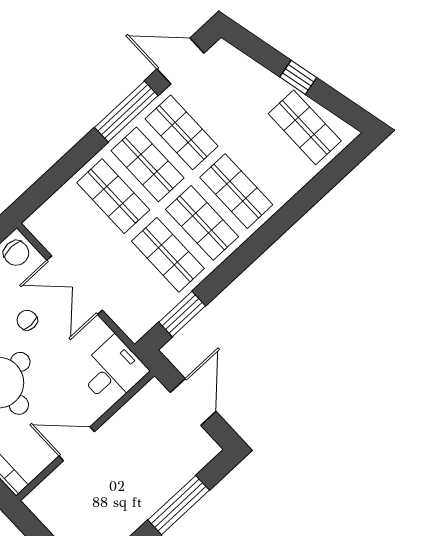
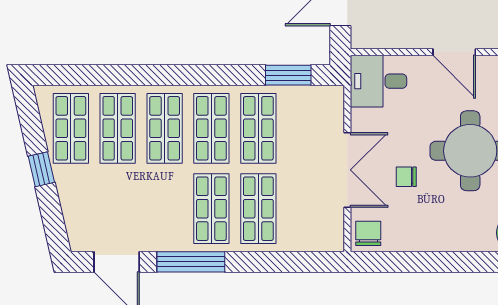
shop shelf: (182, 132) -> (118, 128), moved
chair: (27, 320) -> (406, 177), turned 90

